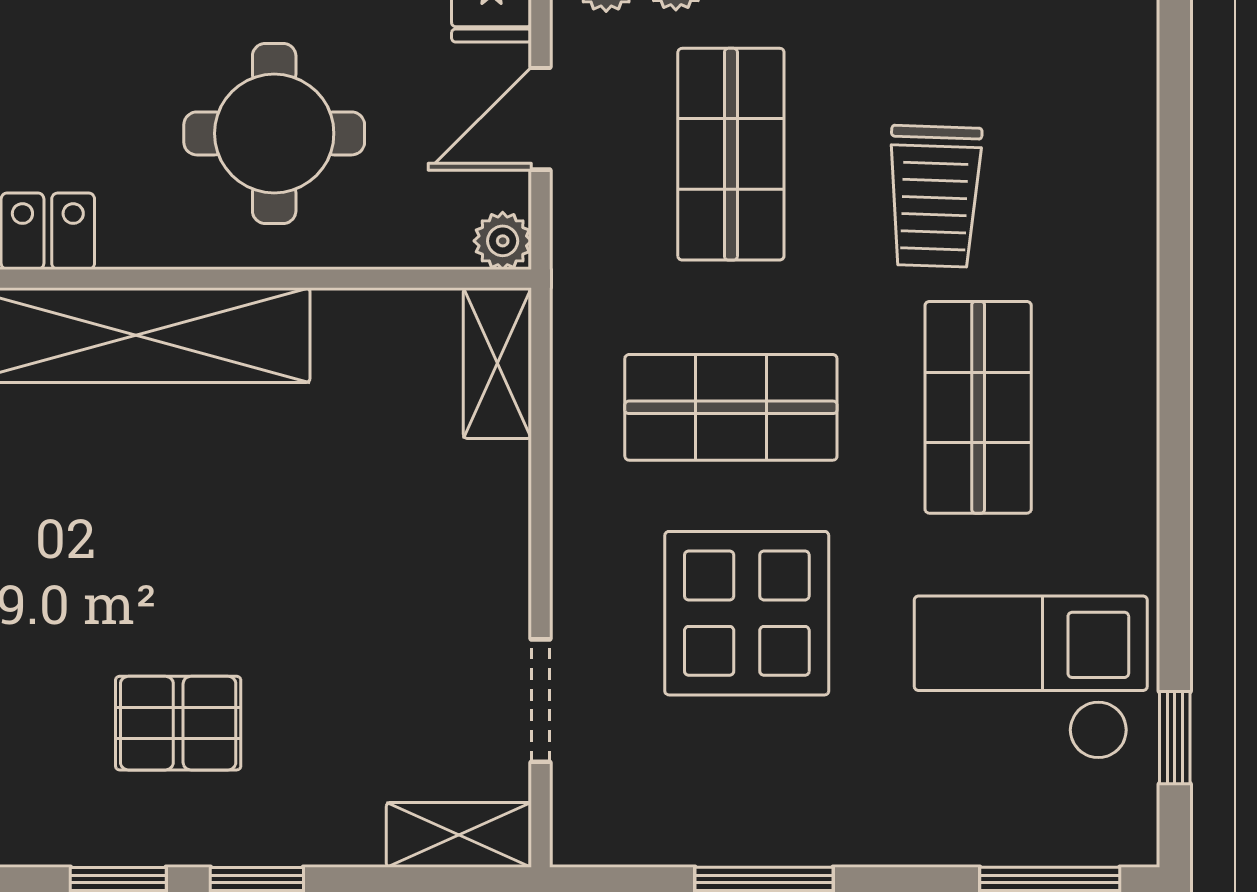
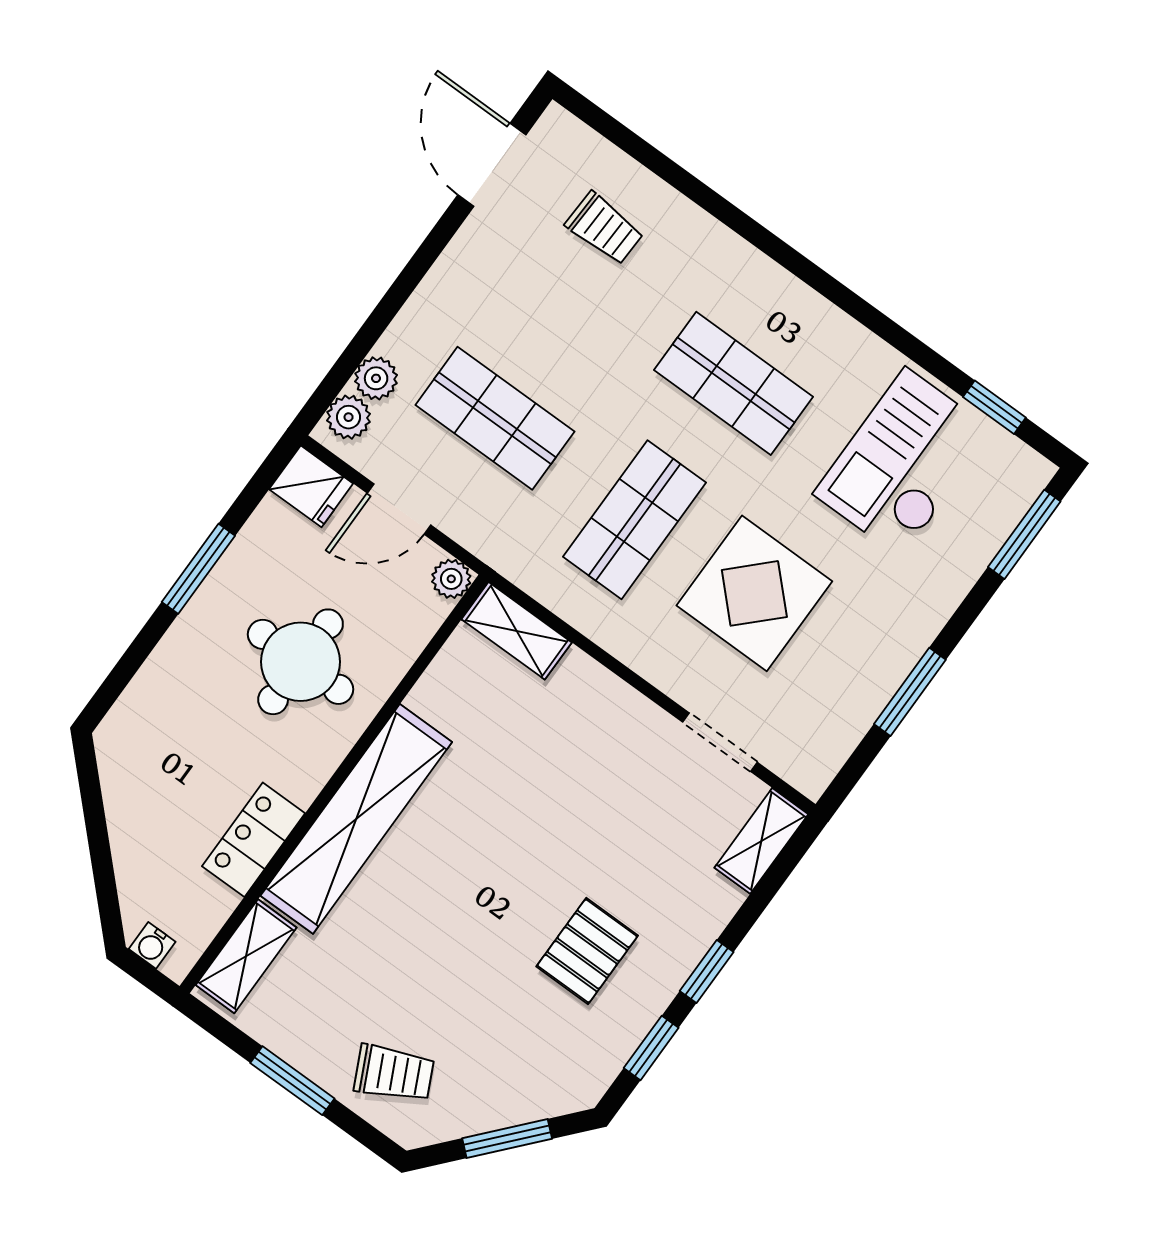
door: (540, 119) -> (399, 509), hinge flipped
trolley: (935, 196) -> (604, 228), moved, width x0.73, depth x0.72

